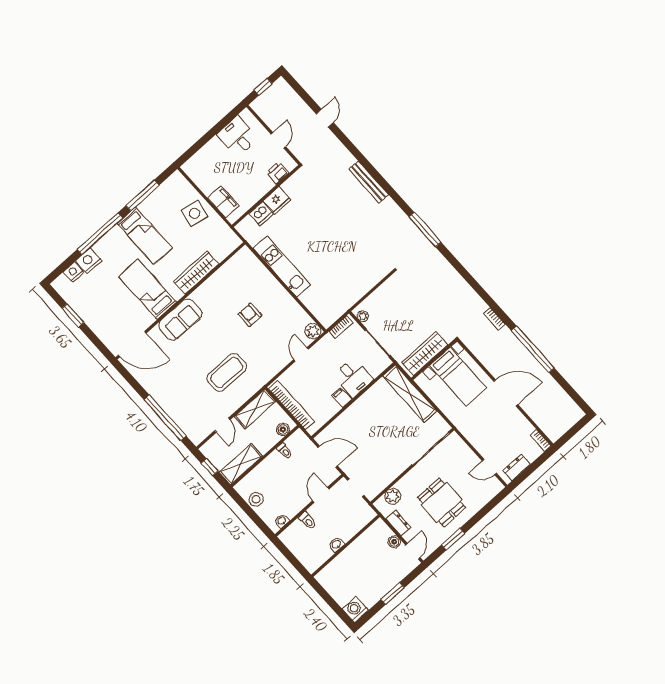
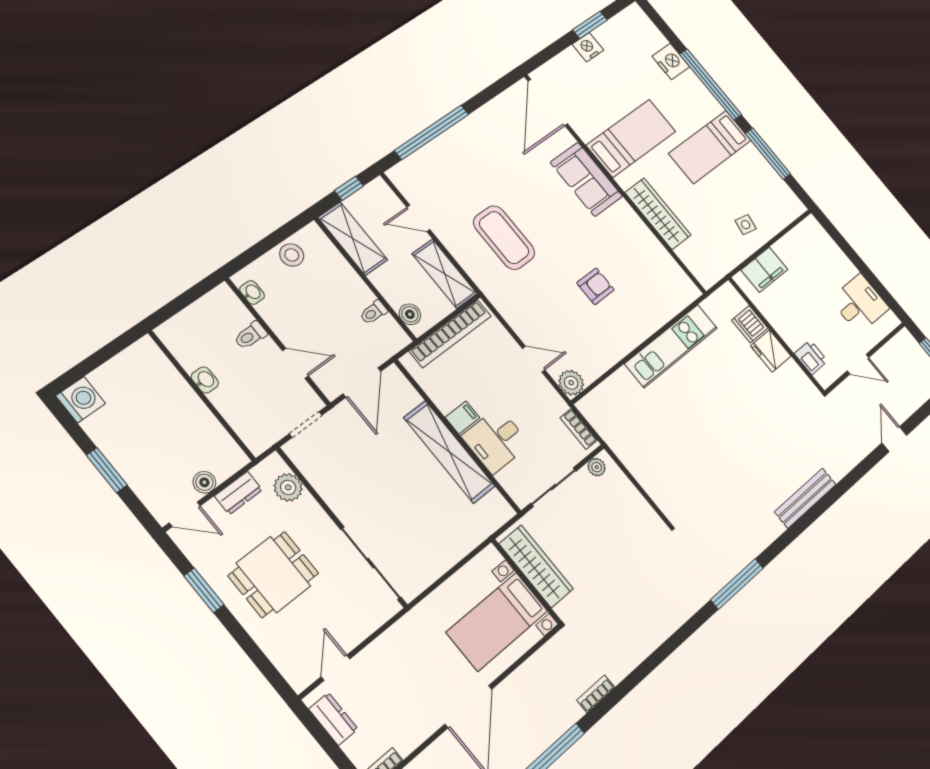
door: (325, 118) -> (894, 439), swing flipped
side table: (195, 213) -> (746, 225), width x0.54, depth x0.54
nightstand: (74, 272) -> (588, 47), moved, turned -90
shelving: (410, 393) -> (449, 452), moved, turned 90

